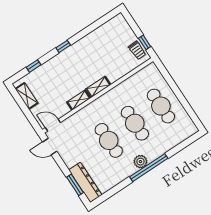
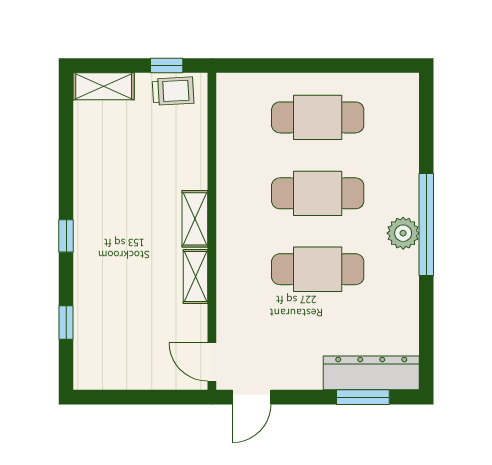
shelving: (27, 96) -> (104, 86), moved
door: (53, 125) -> (212, 362), hinge flipped

